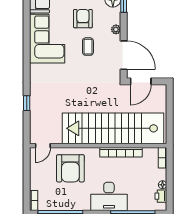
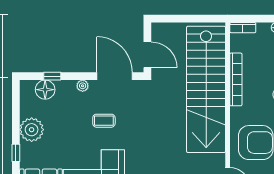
armchair: (83, 19) -> (69, 127), removed
door: (124, 55) -> (115, 76), hinge flipped

